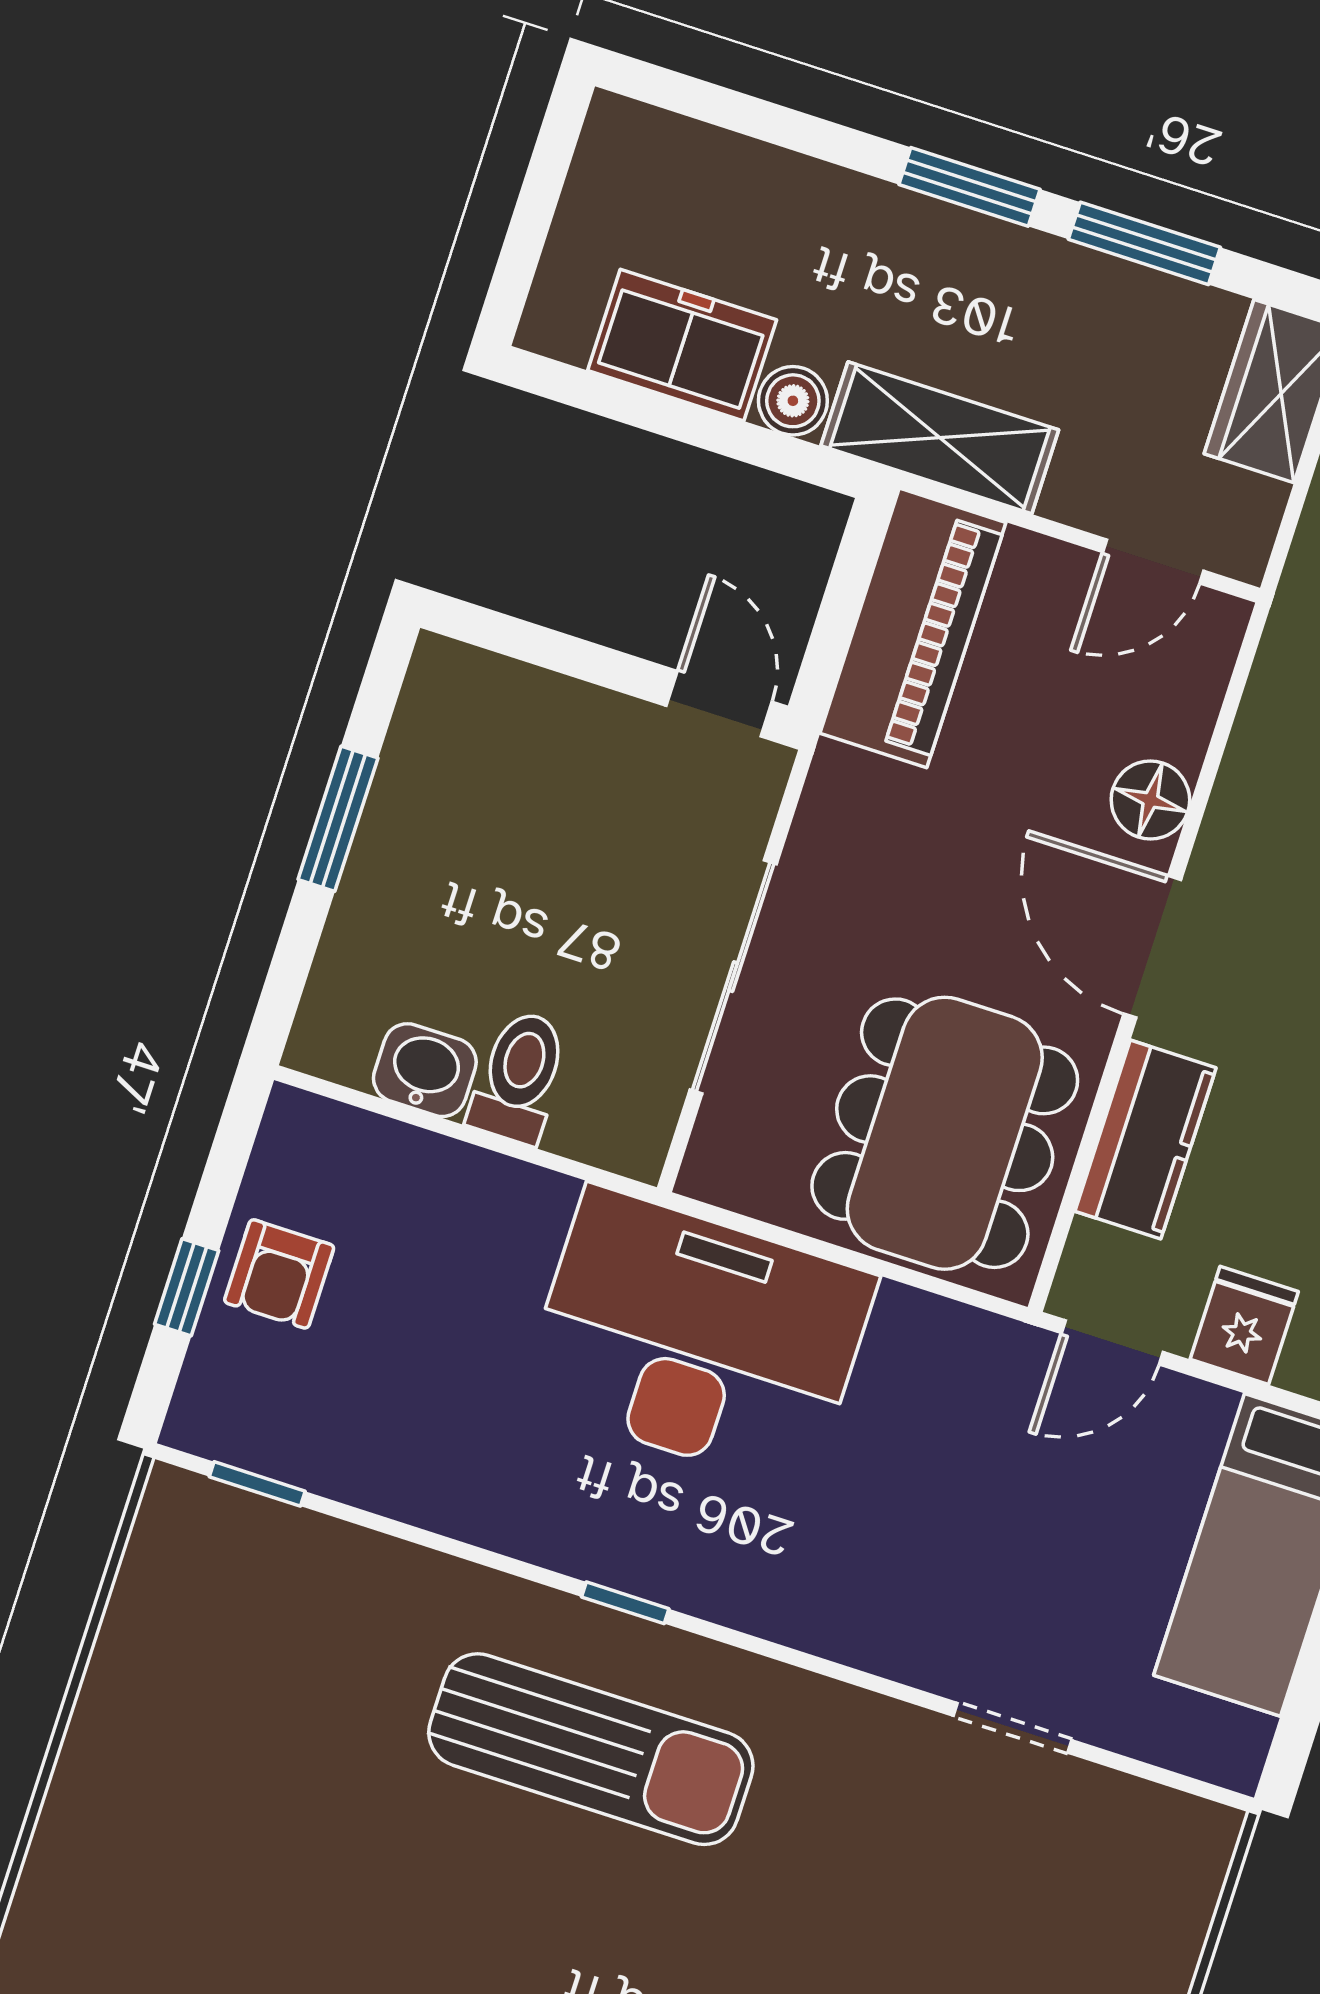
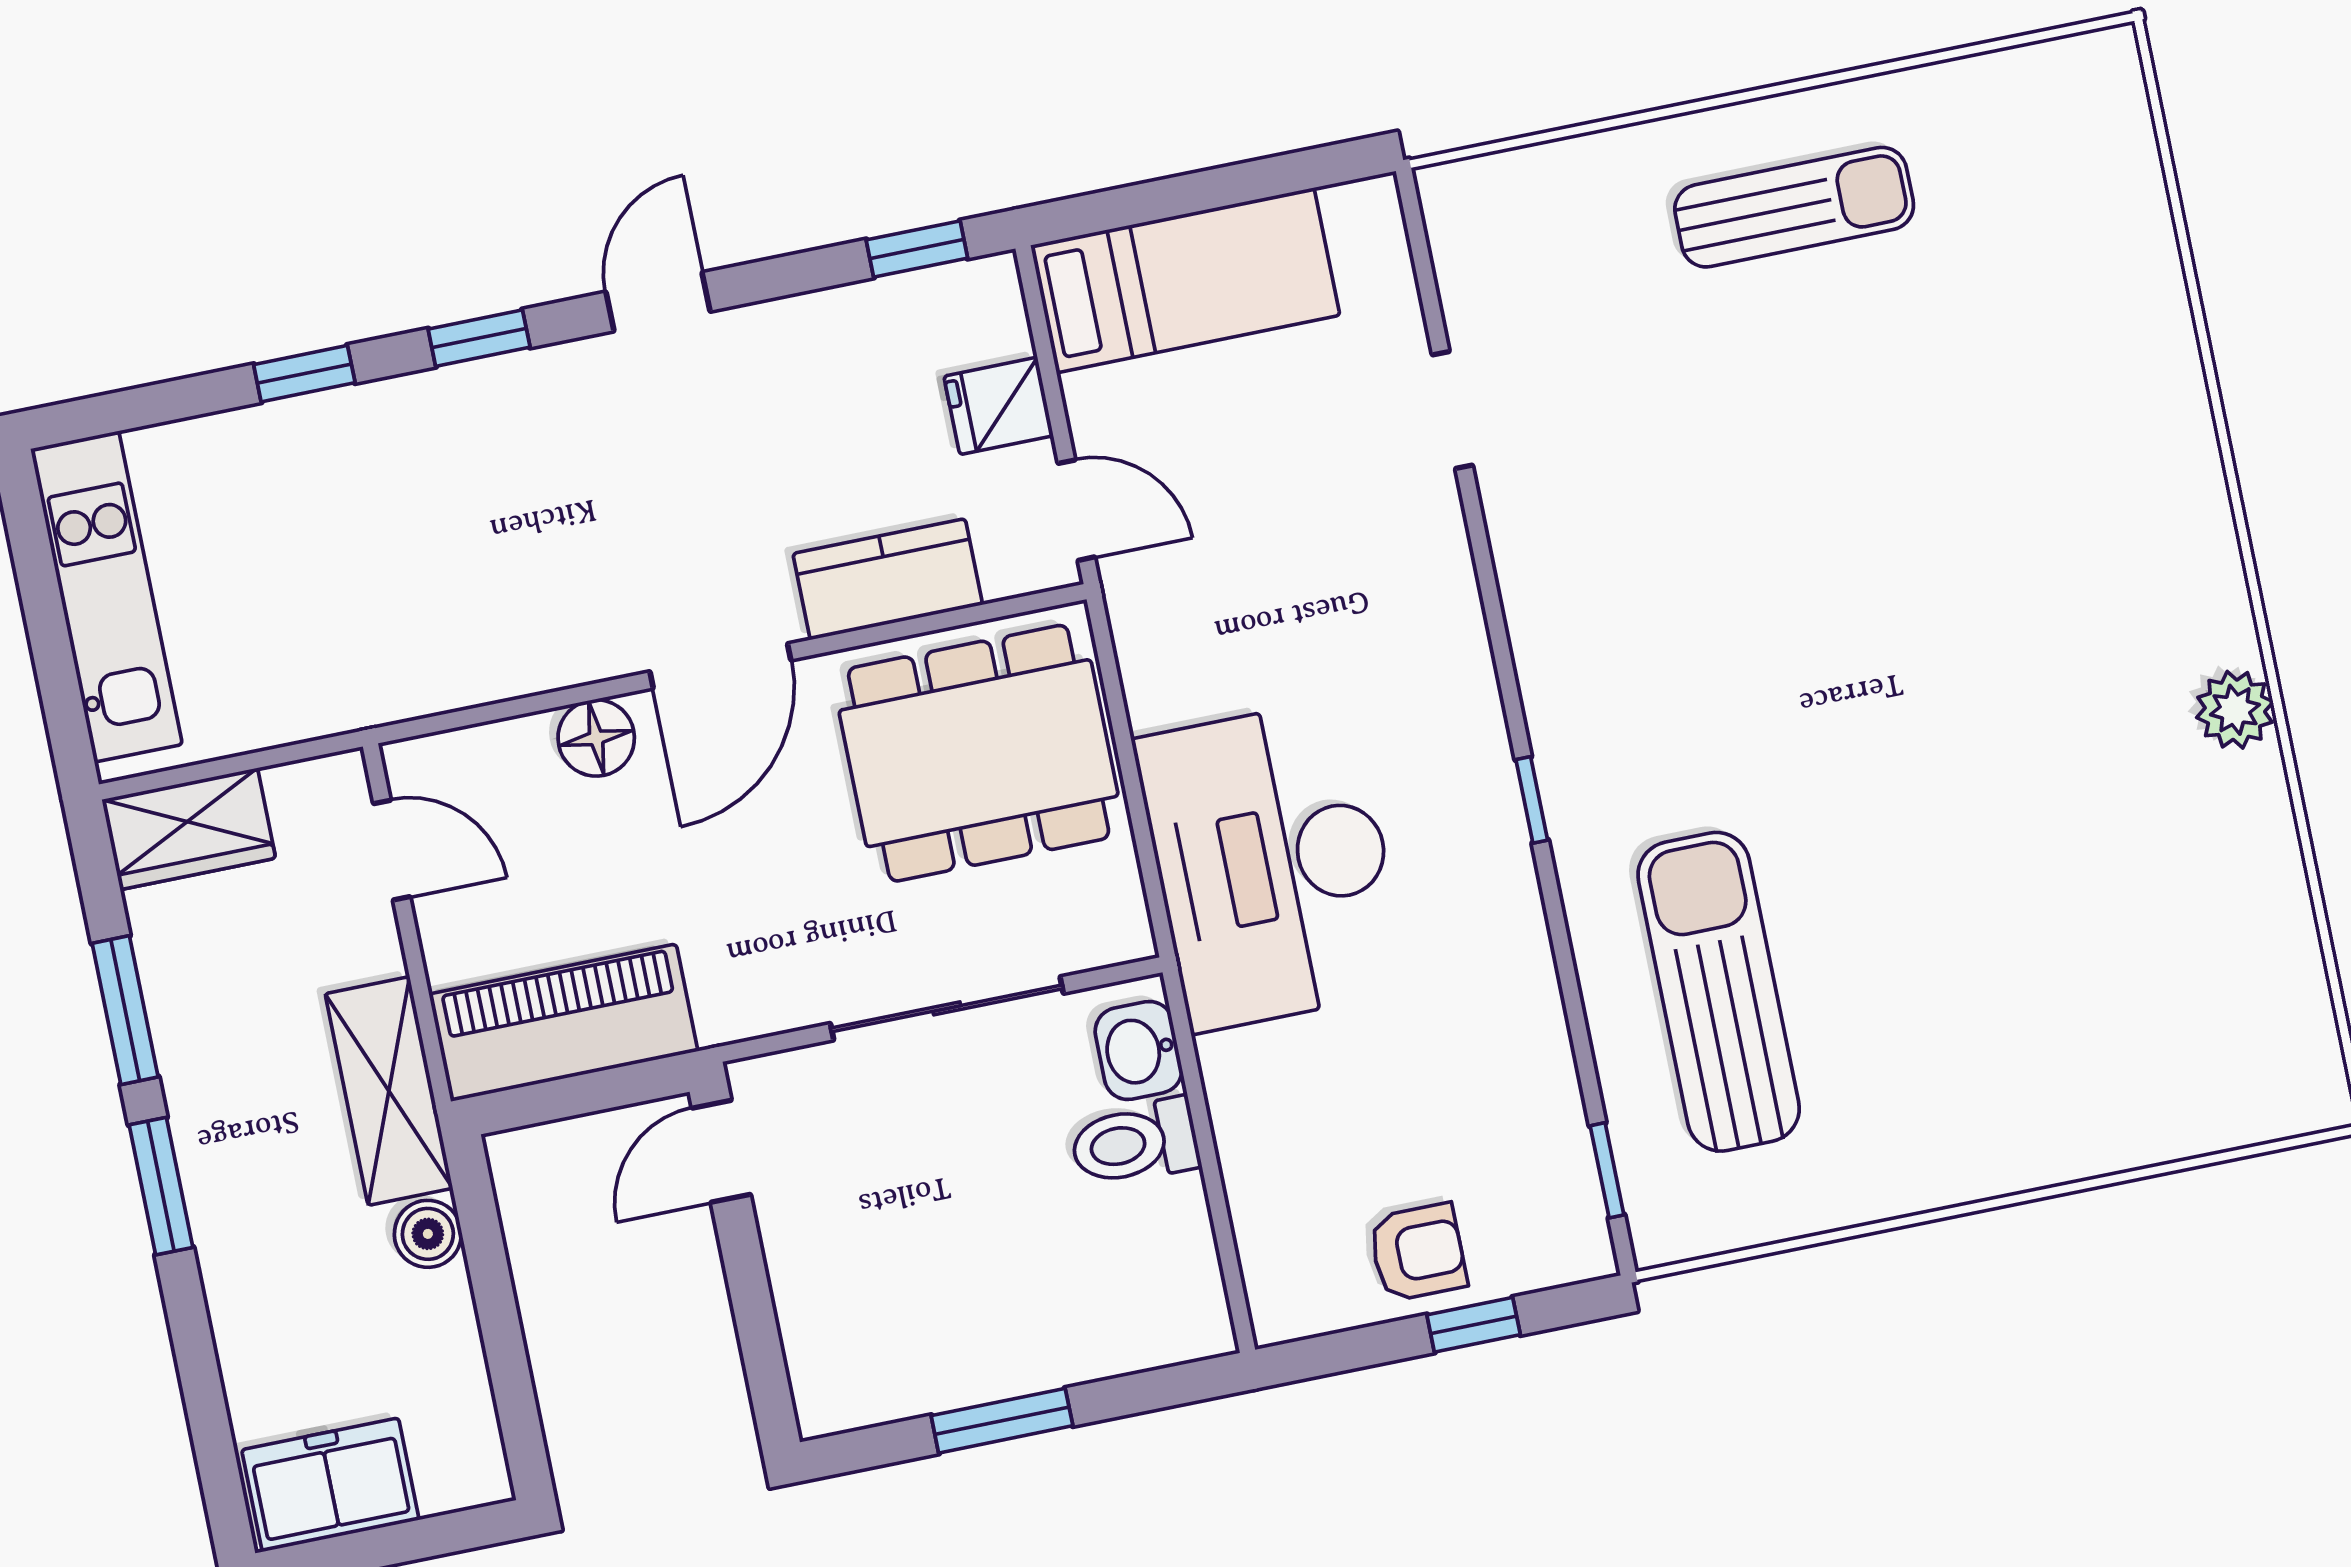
freezer: (682, 345) -> (330, 1485), moved, turned 90
washbasin: (425, 1070) -> (1139, 1050), moved
sun lounger: (591, 1749) -> (1719, 992), moved

